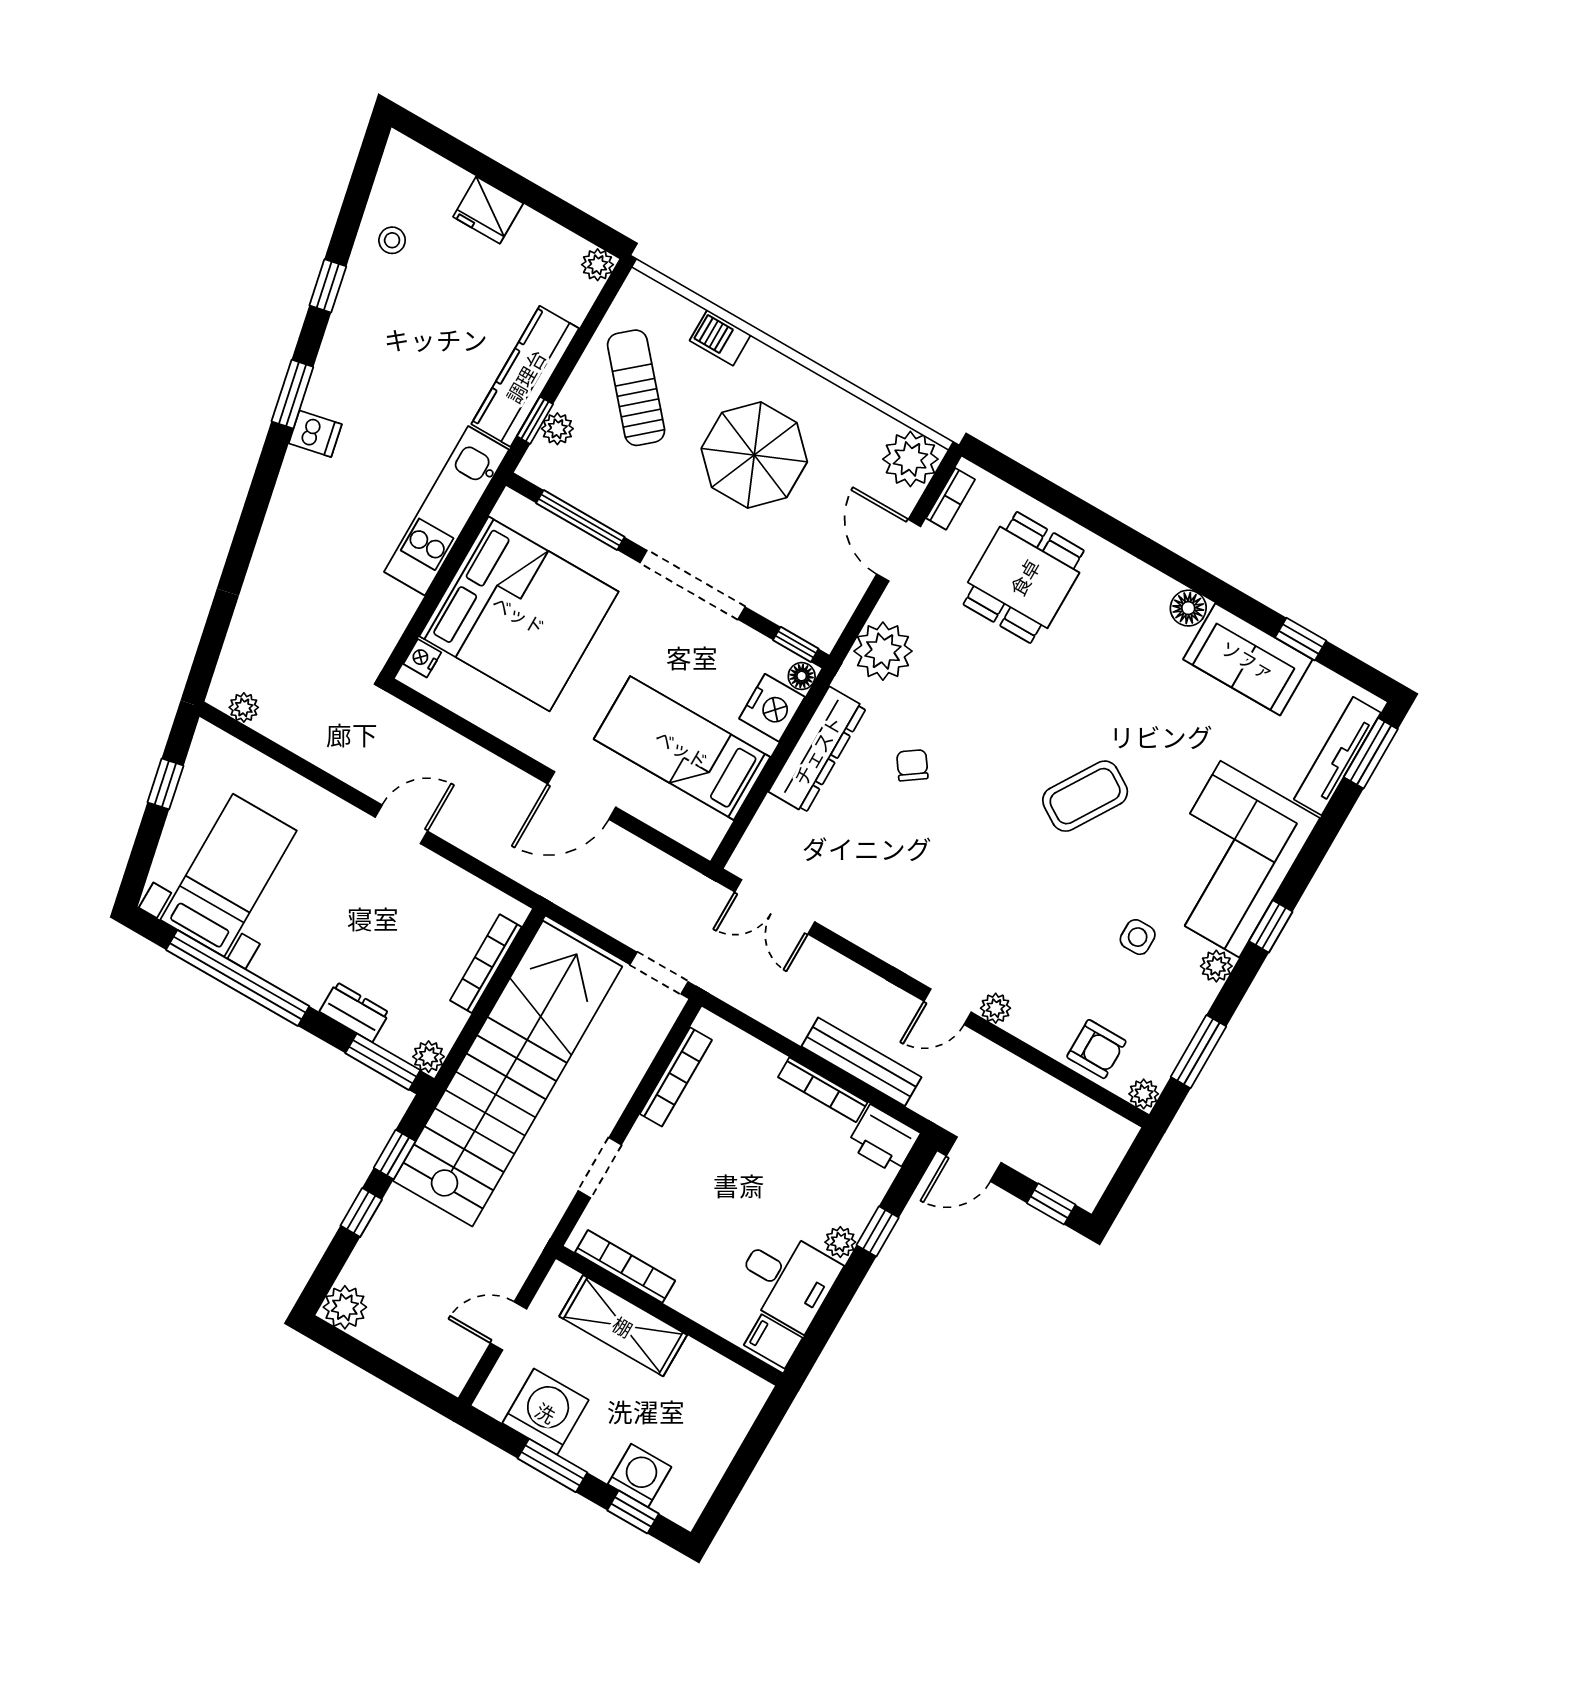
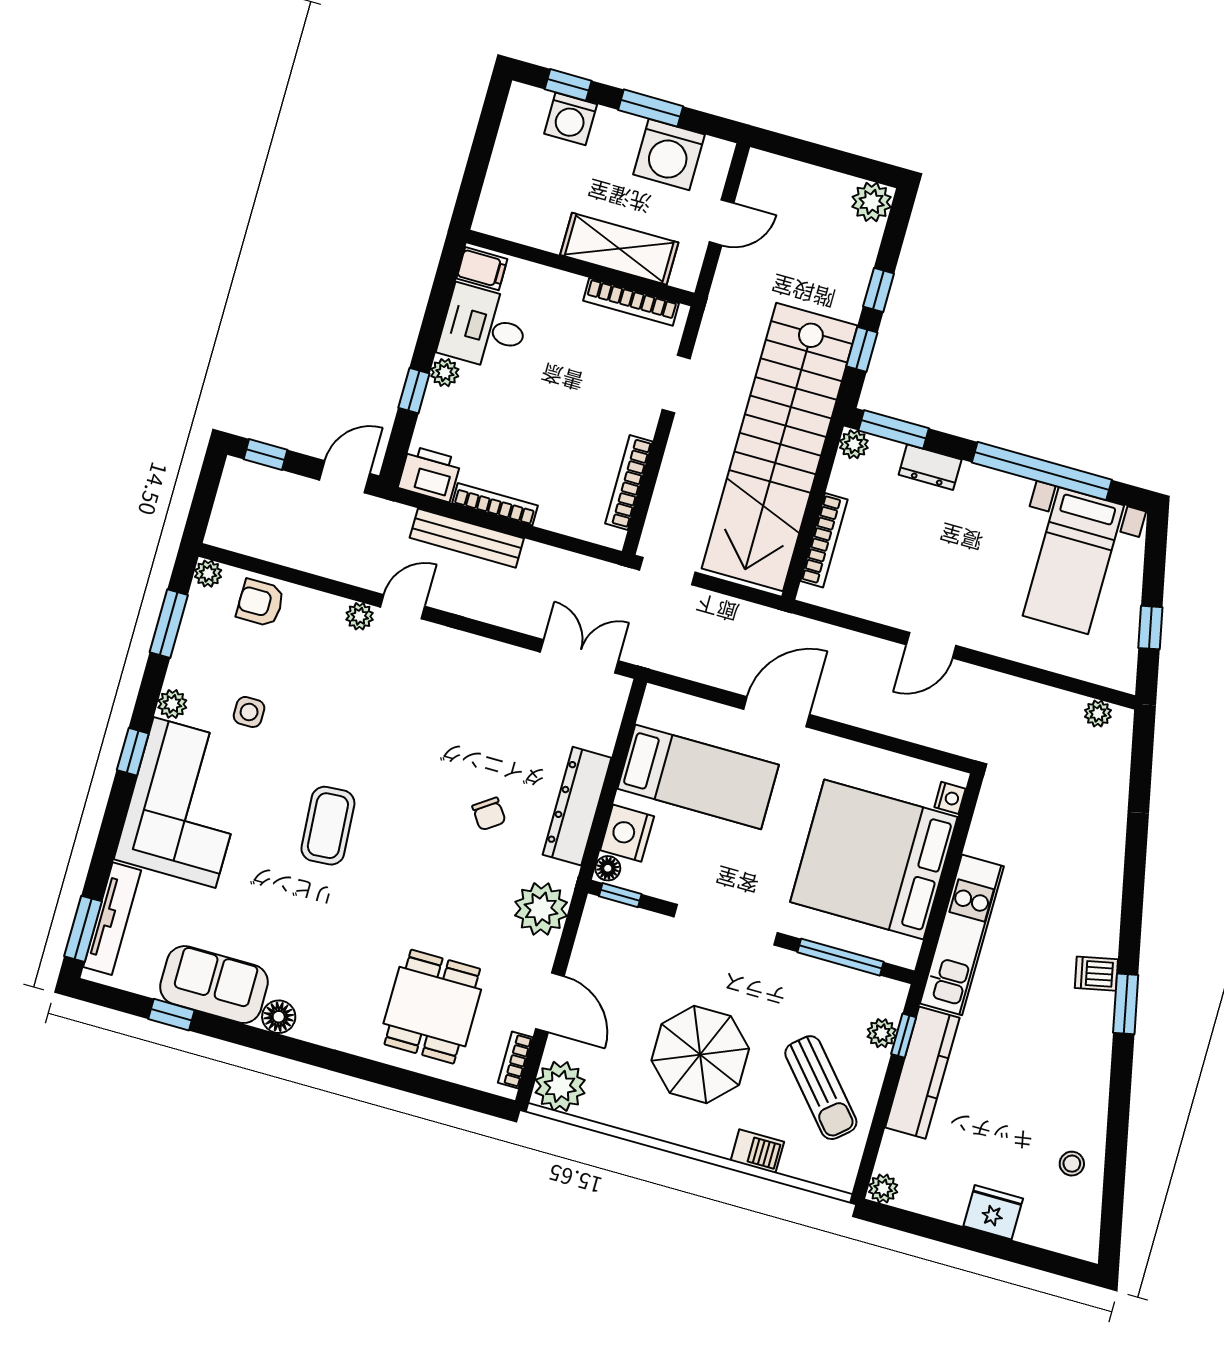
window: (328, 286) -> (1119, 1108), removed
coffee table: (1085, 796) -> (328, 826), turned -36

